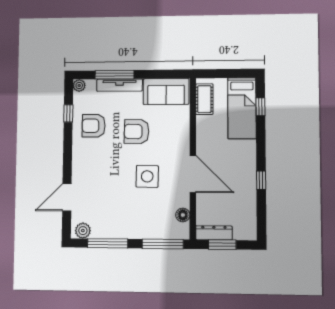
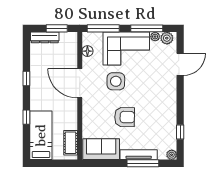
window: (260, 107) -> (26, 117), moved
armchair: (94, 126) -> (159, 122), removed
corner sofa: (134, 218) -> (126, 49), added
plant: (97, 233) -> (155, 37), added
dresser: (214, 233) -> (45, 37), moved

